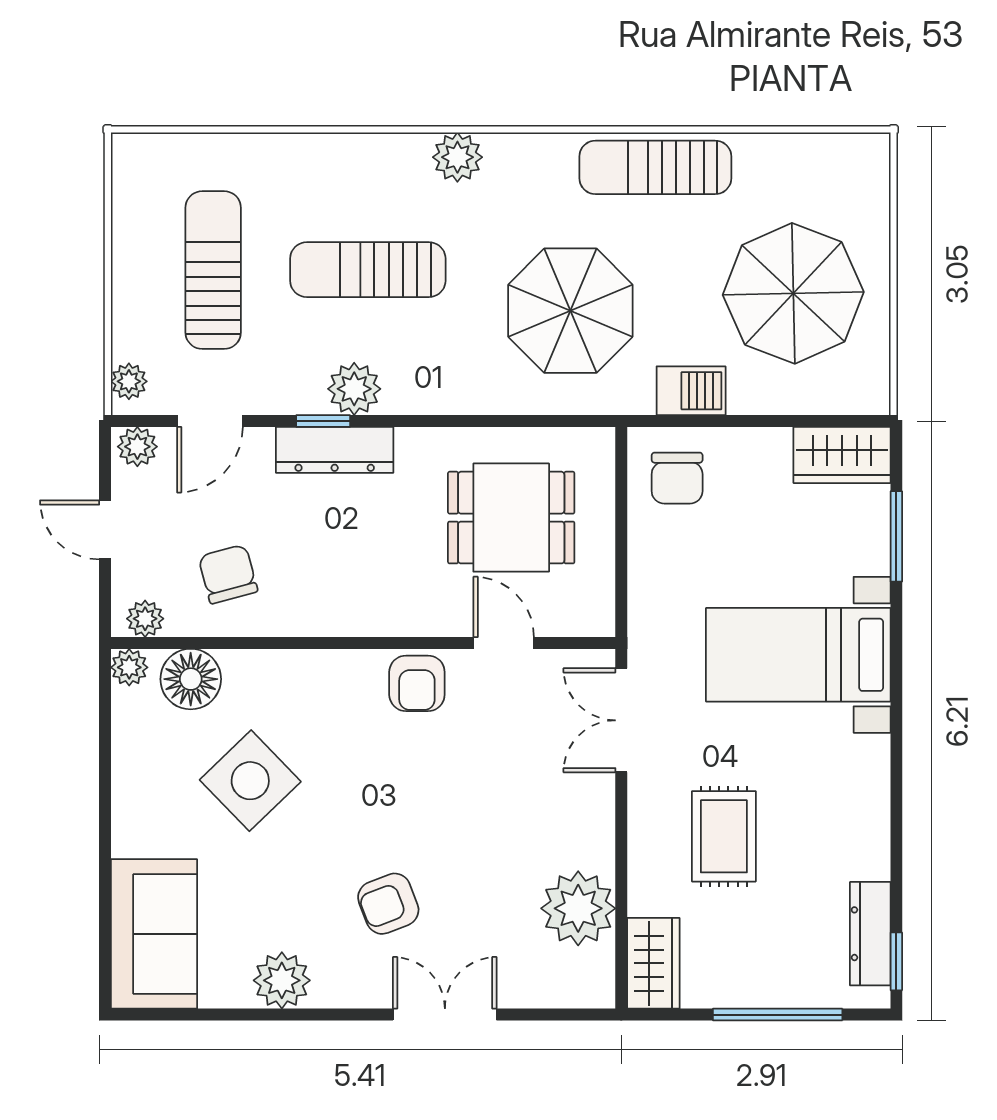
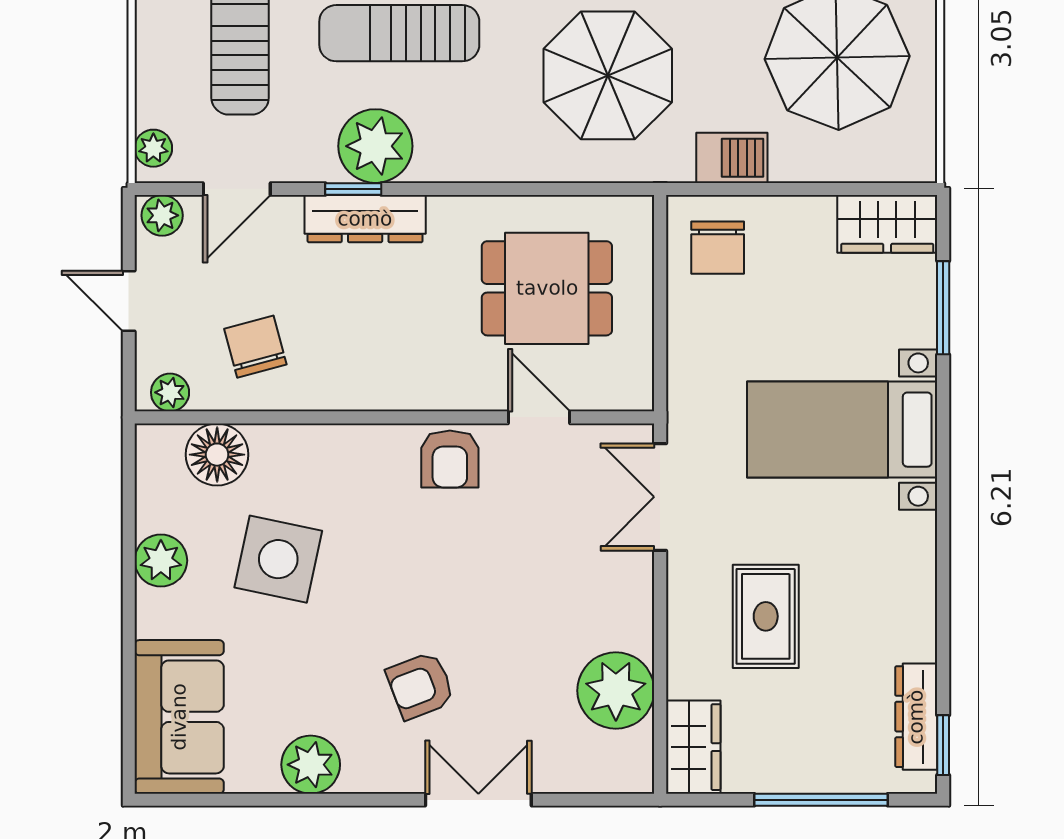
plant: (354, 389) -> (375, 146), width x1.36, depth x1.36
plant: (129, 667) -> (161, 561), moved, width x1.38, depth x1.38
side table: (250, 781) -> (278, 559), turned -34

